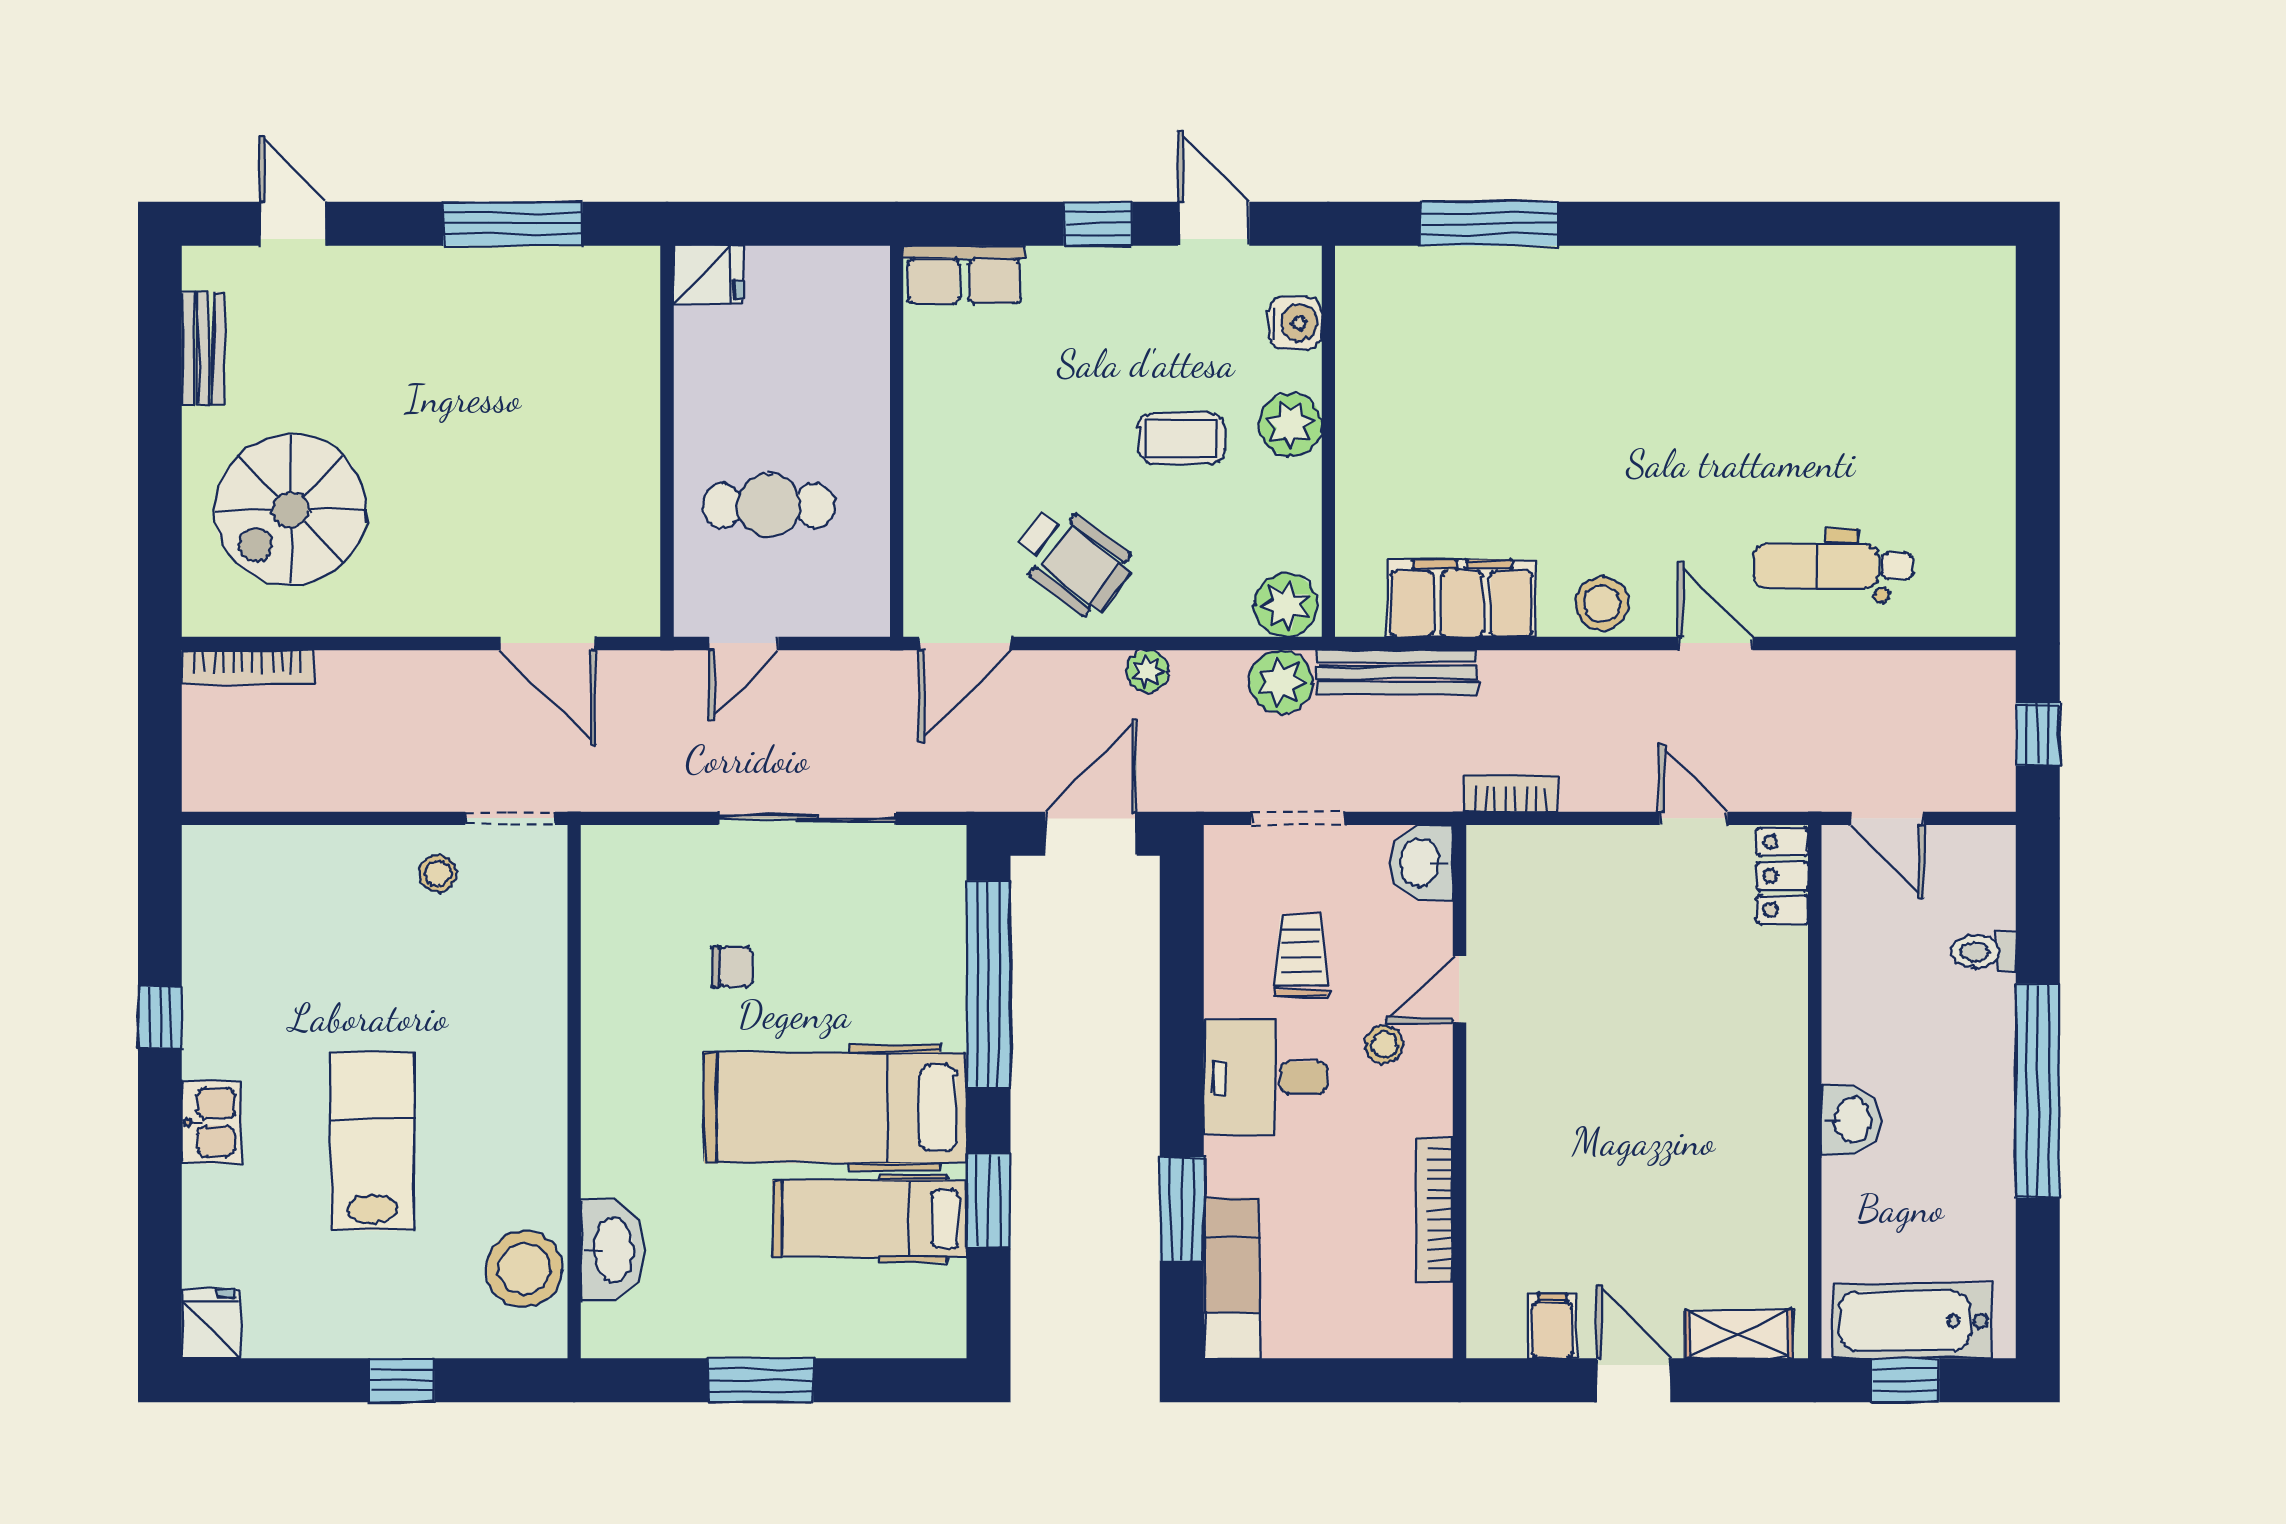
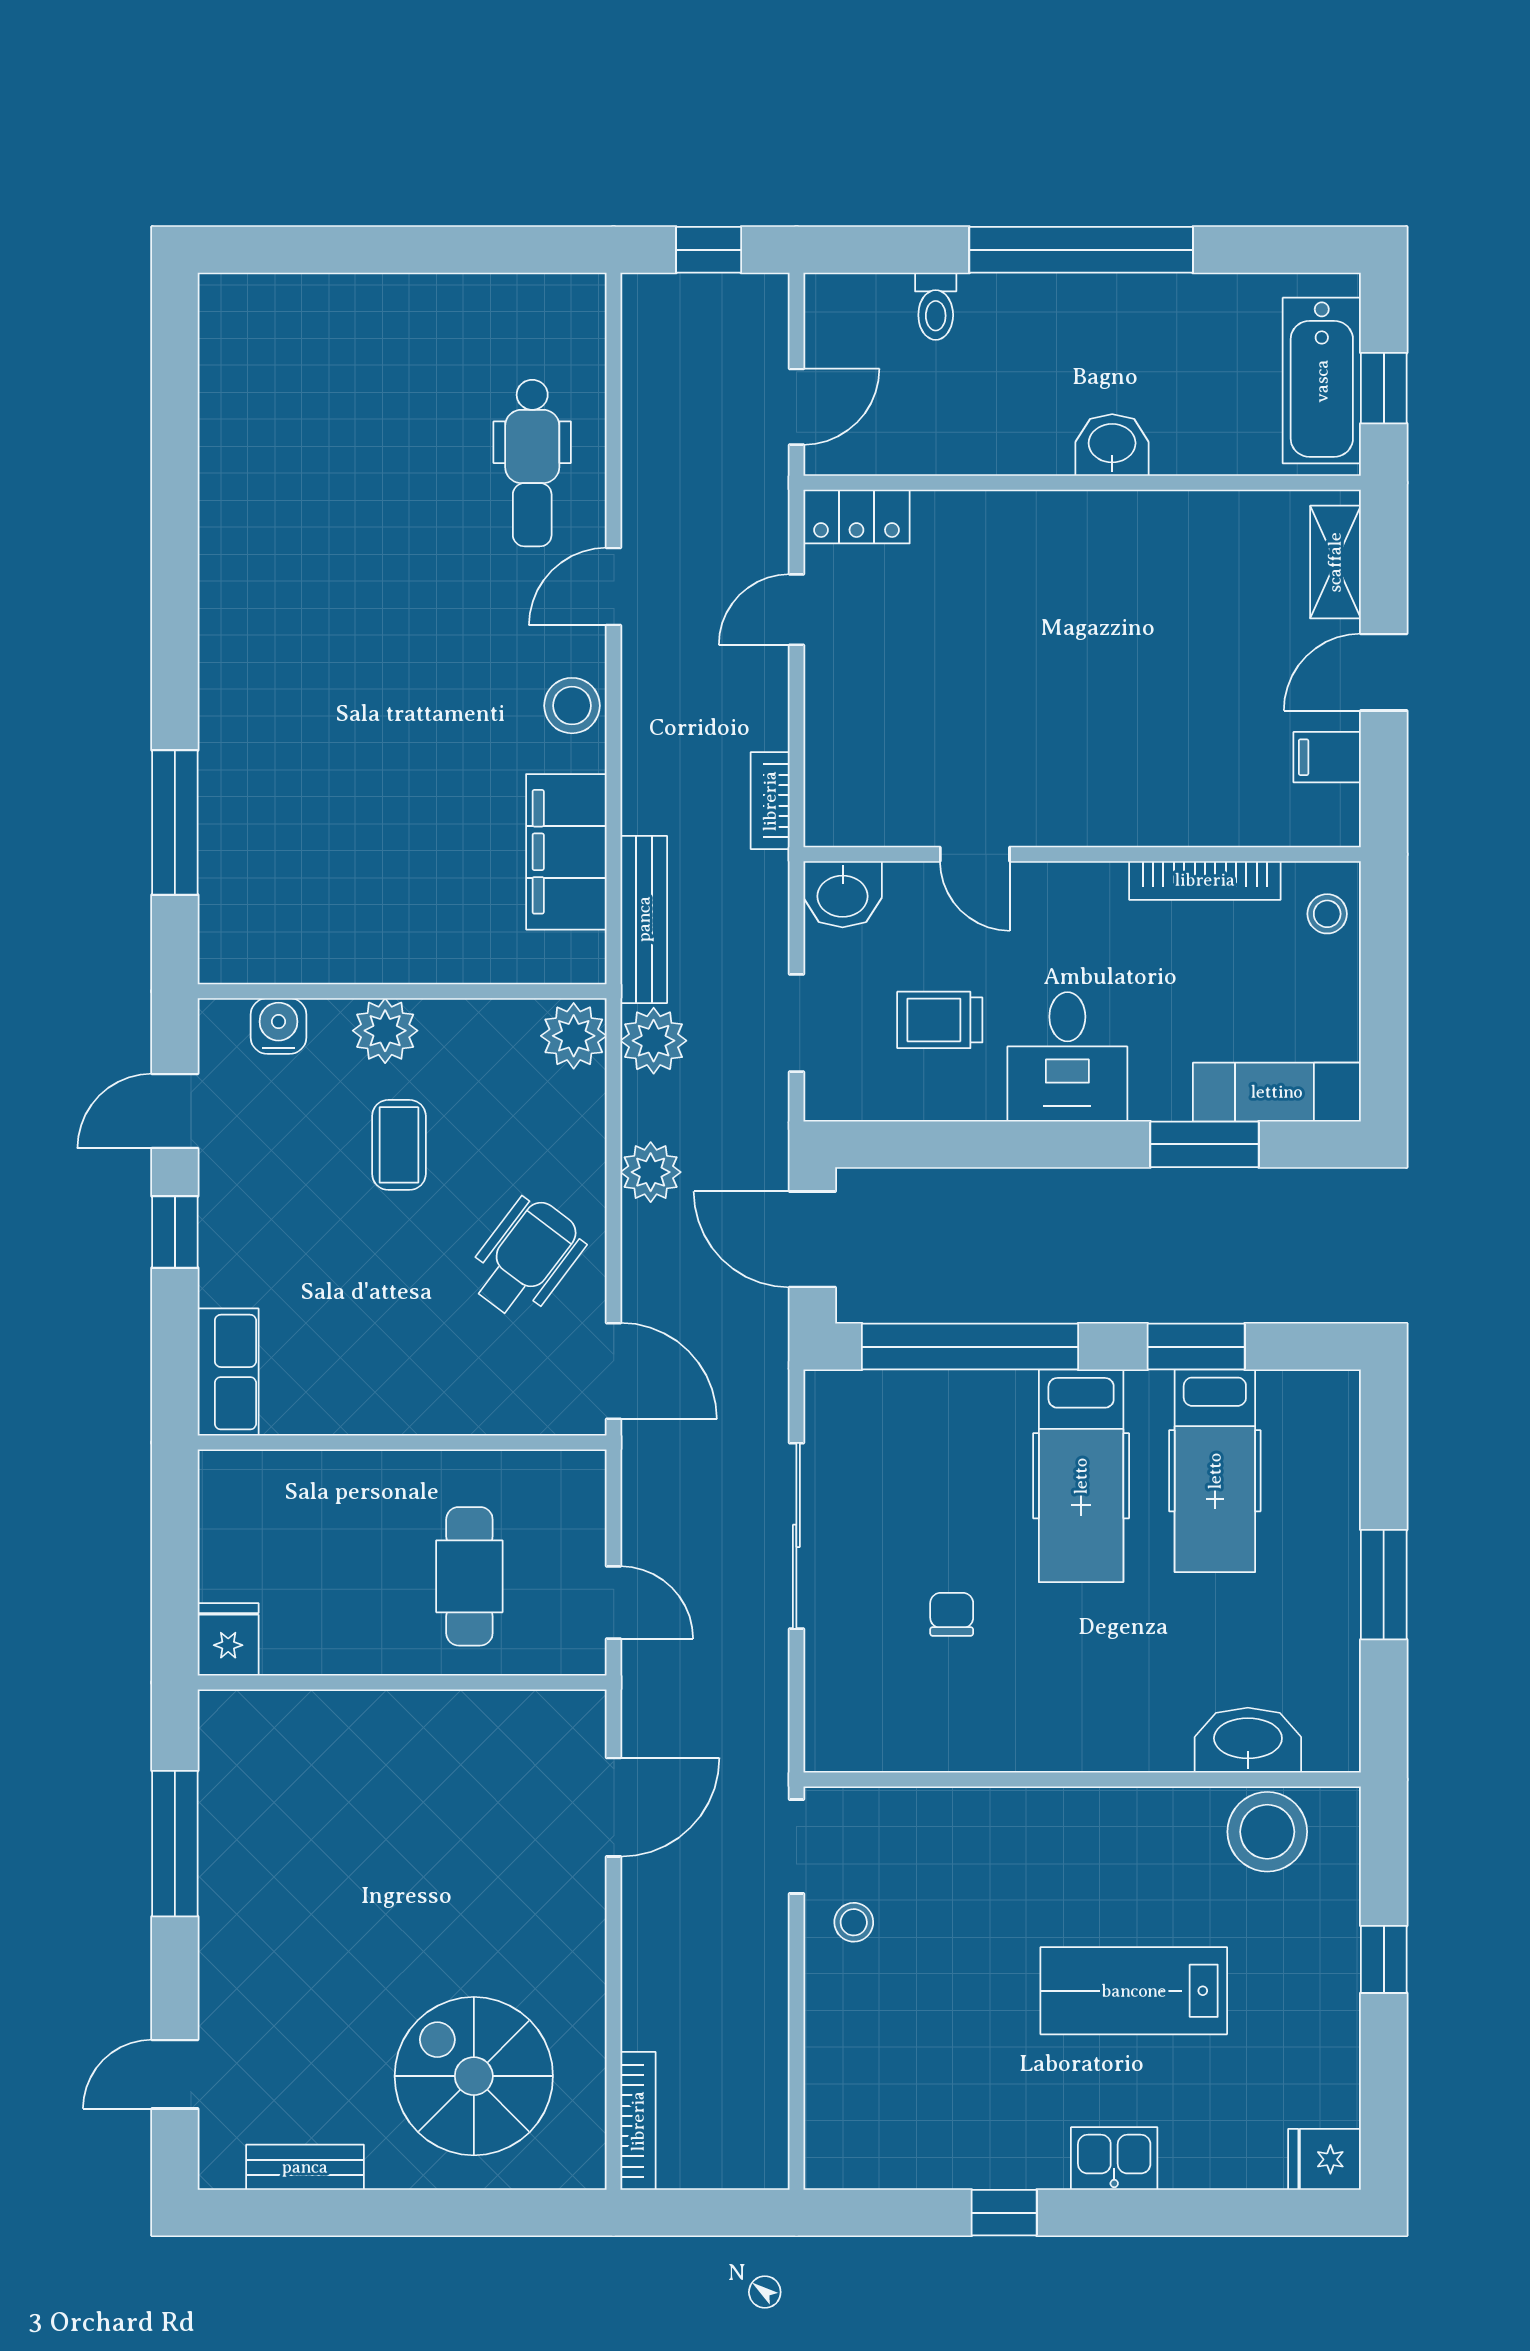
spiral stairs: (290, 510) -> (474, 2076), turned 180
plant: (1147, 671) -> (651, 1172), width x1.38, depth x1.38
stool: (1384, 1044) -> (1327, 914), moved
hospital bed: (835, 1108) -> (1081, 1476), width x0.73, depth x0.78

